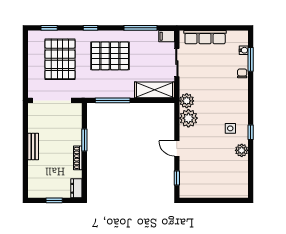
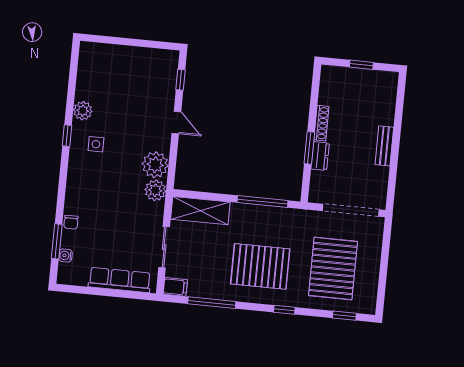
dresser: (76, 188) -> (320, 156), moved

